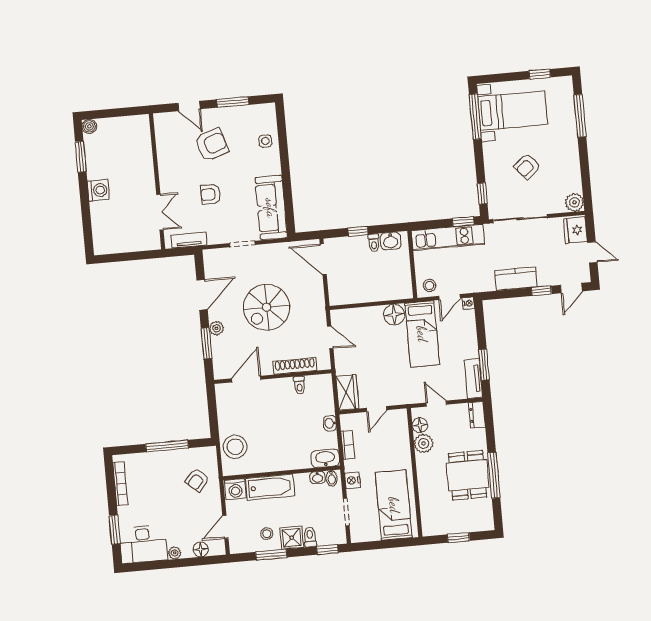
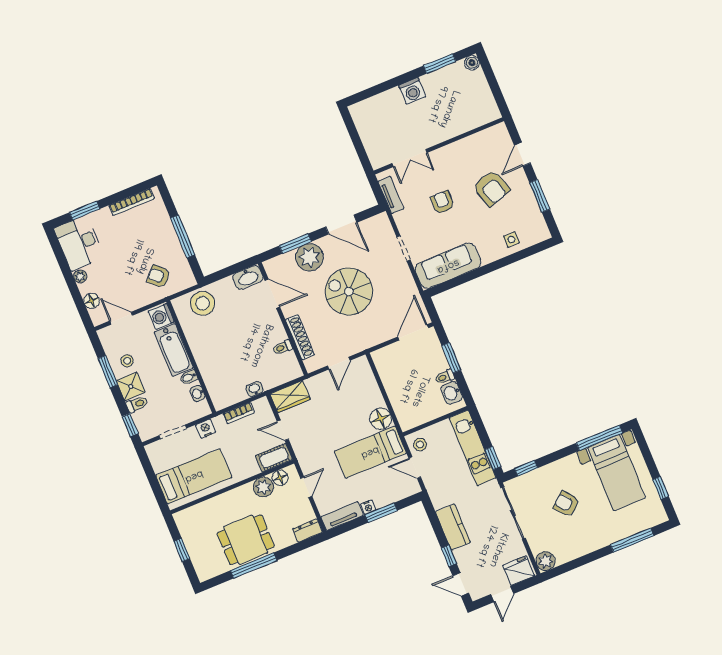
window: (358, 231) -> (451, 358), width x1.50
nightstand: (468, 303) -> (368, 507), moved
plant: (216, 328) -> (309, 257), width x1.88, depth x1.88
window: (484, 365) -> (381, 513), moved
cot: (399, 425) -> (274, 458), added
washbasin: (325, 458) -> (248, 277), moved, turned 90
bidet: (332, 478) -> (189, 377), moved

